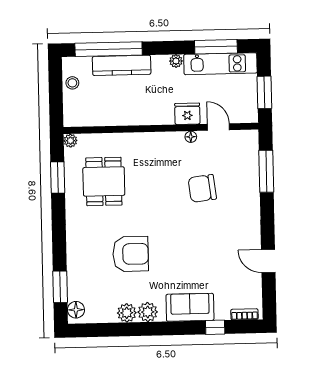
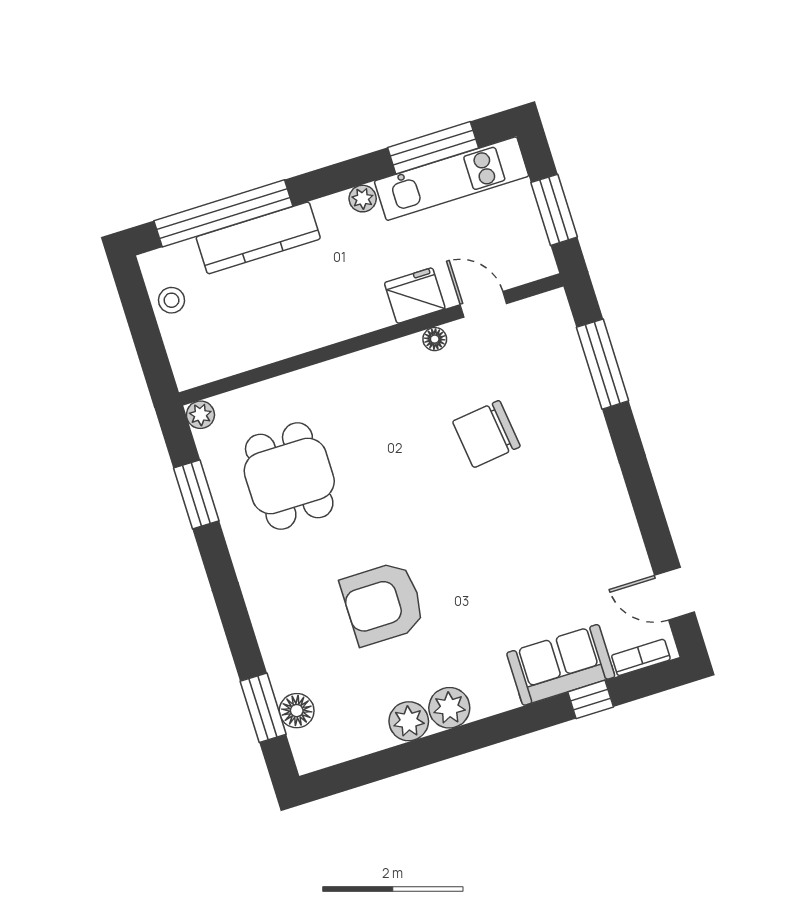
armchair: (131, 254) -> (383, 603), turned 180
door: (268, 261) -> (674, 594), moved
sofa: (190, 307) -> (561, 665), moved
floor lamp: (76, 310) -> (297, 711), moved

